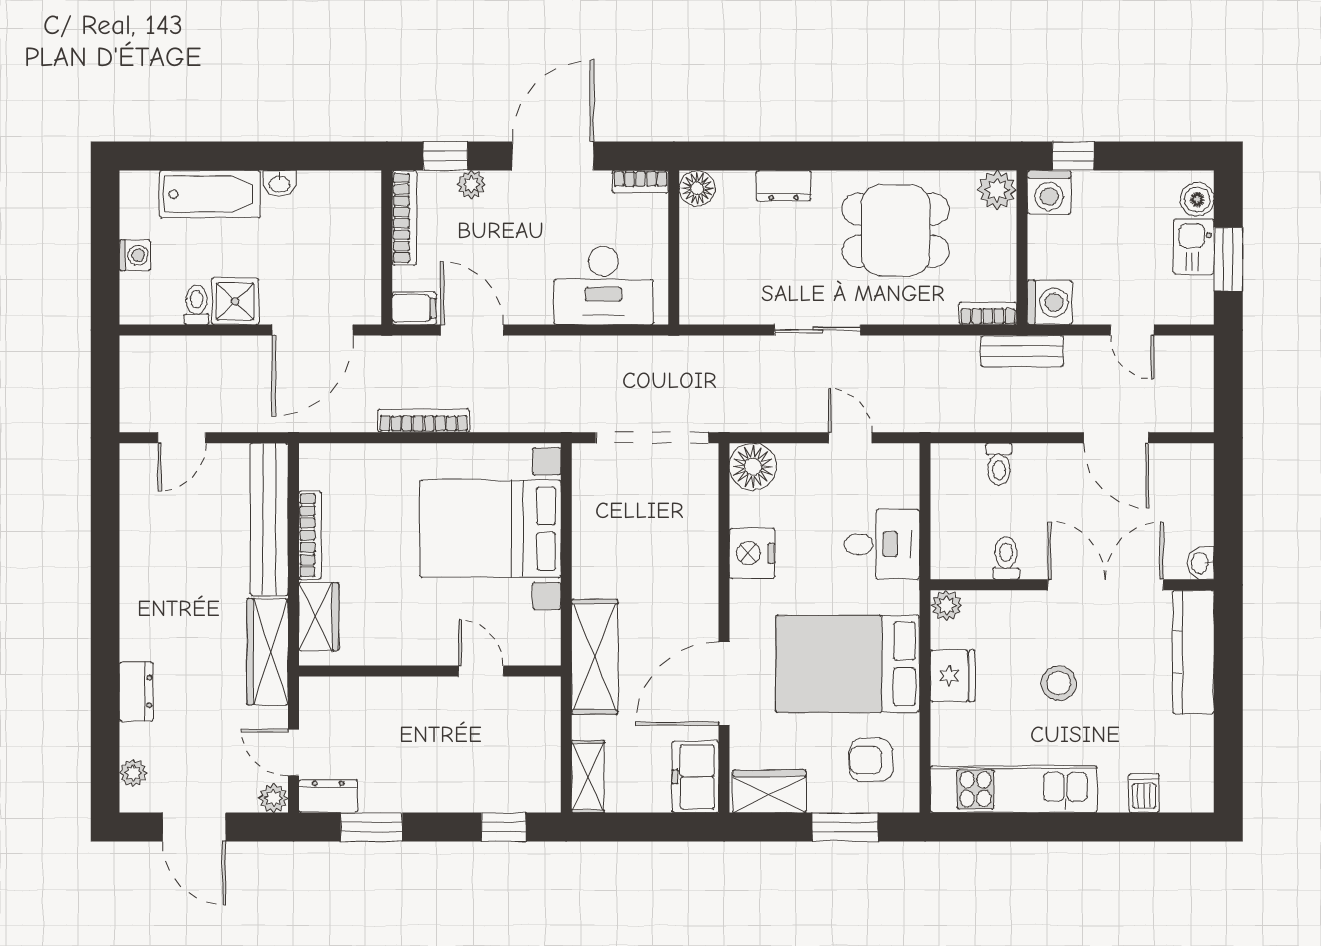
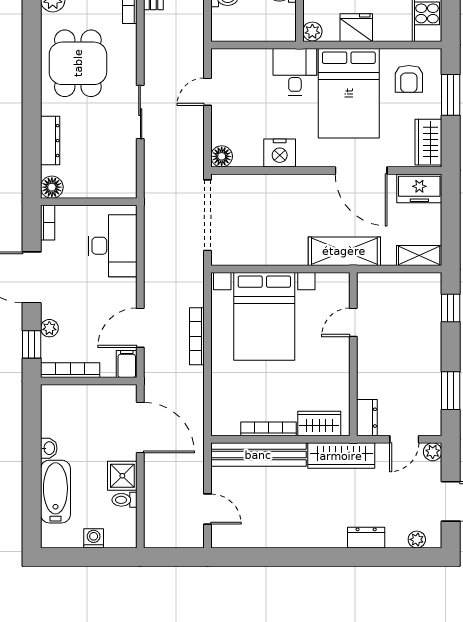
dresser: (784, 186) -> (50, 141), width x1.44
bookcase: (424, 421) -> (197, 336), moved
floor lamp: (753, 467) -> (222, 156), width x0.73, depth x0.73
desk: (882, 544) -> (295, 72), moved
dresser: (328, 796) -> (367, 418), moved, turned 180

